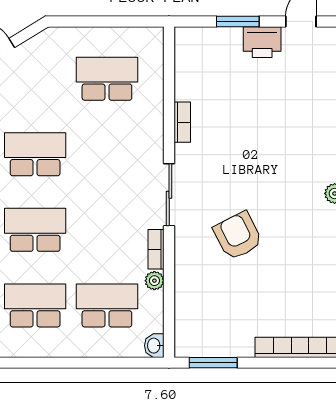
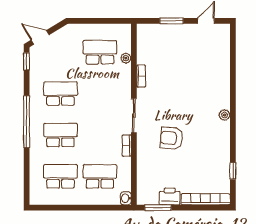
printer: (262, 42) -> (170, 196), moved, turned 180
armchair: (238, 236) -> (172, 138), turned -58
plant: (154, 281) -> (126, 58), moved

